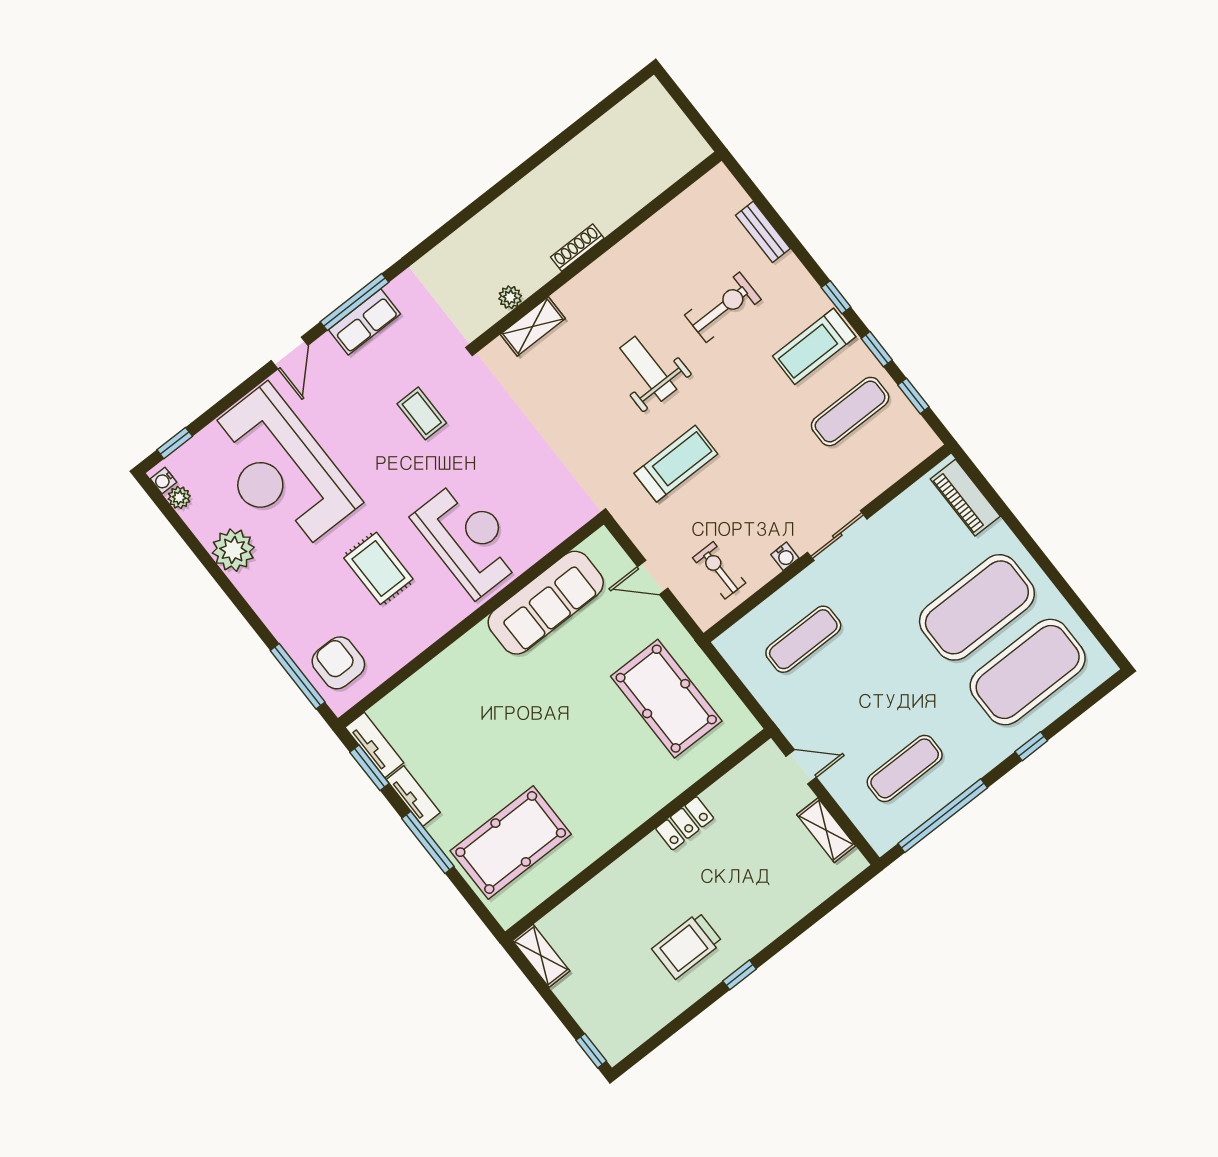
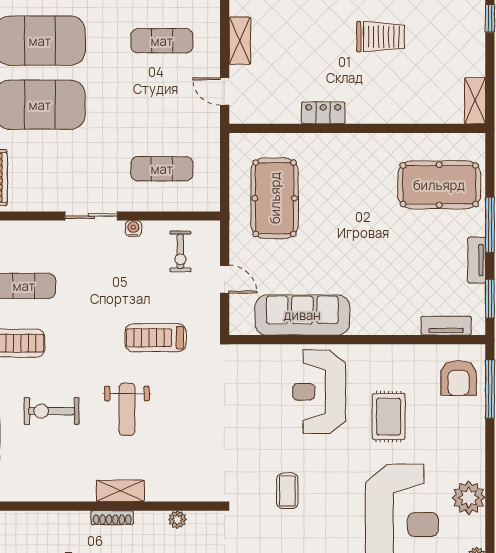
shelving: (533, 326) -> (120, 491), moved
tv unit: (374, 745) -> (446, 326), moved, turned 90

